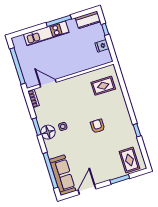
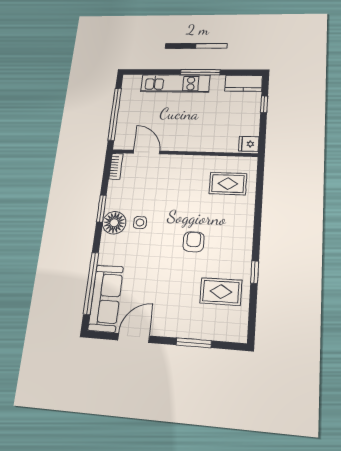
fridge: (102, 46) -> (249, 144), moved
rug: (129, 160) -> (221, 292), moved, turned 90

